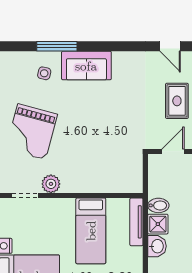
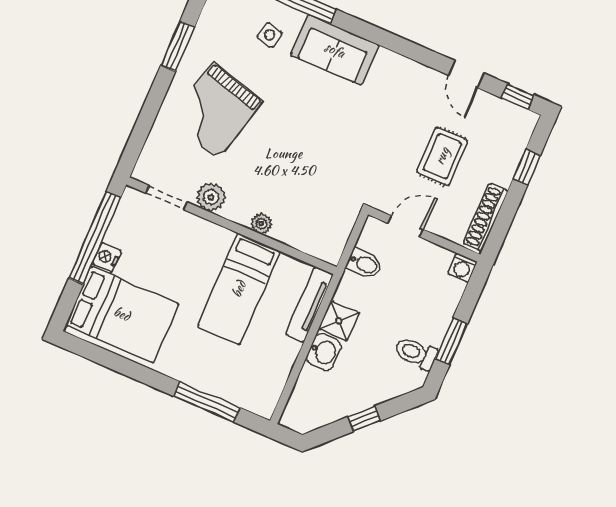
plant: (87, 187) -> (261, 224), added
bidet: (158, 205) -> (364, 264), moved

